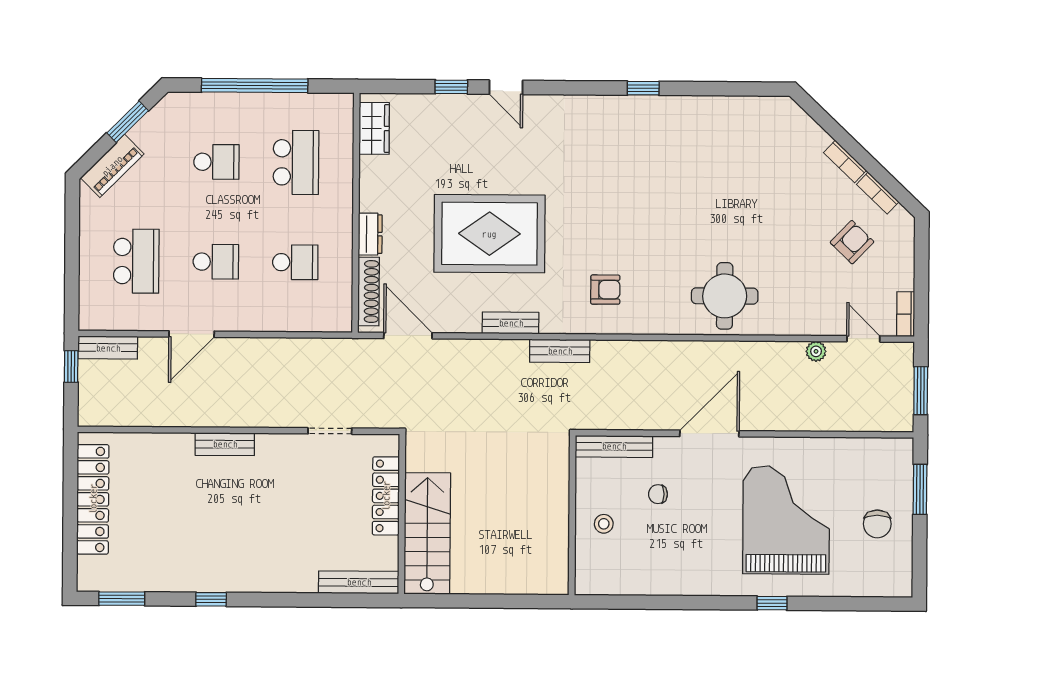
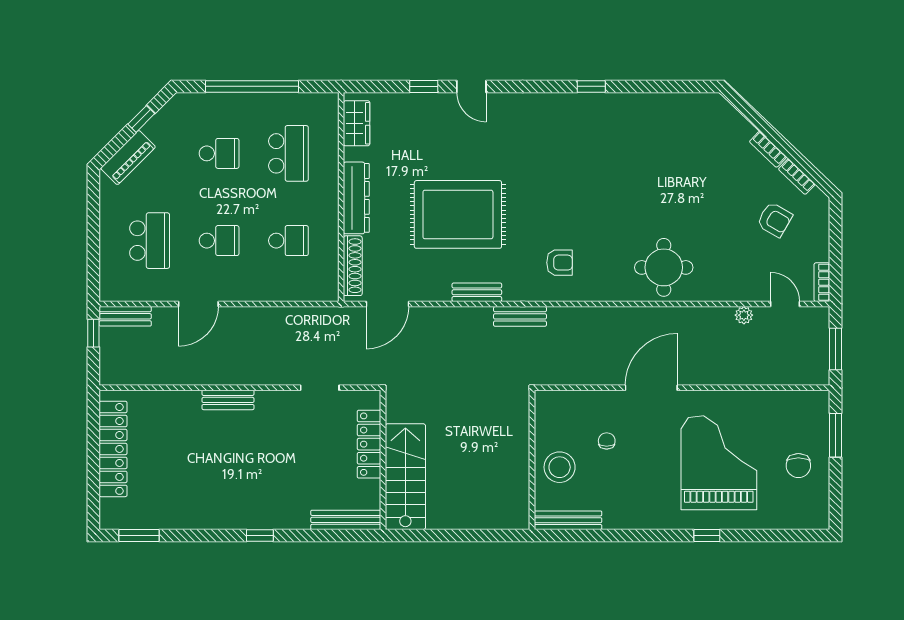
window: (128, 122) -> (141, 119), width x0.67
dresser: (370, 234) -> (356, 198), width x1.96, depth x1.24
armchair: (852, 242) -> (775, 220), turned 76
door: (408, 336) -> (387, 304), swing flipped
bench: (614, 446) -> (568, 520), moved
chair: (658, 494) -> (607, 441), turned 90
stool: (604, 524) -> (560, 467), width x1.89, depth x1.89
window: (211, 599) -> (260, 535), moved

